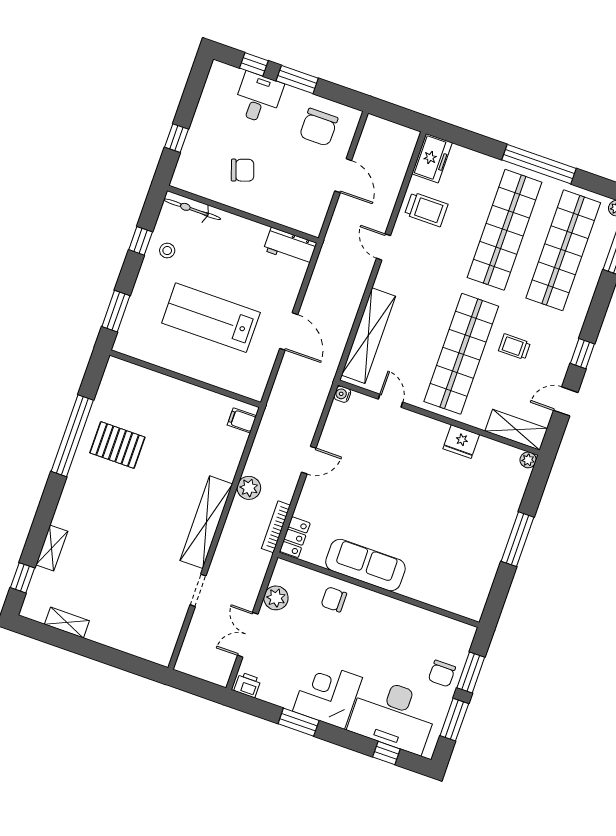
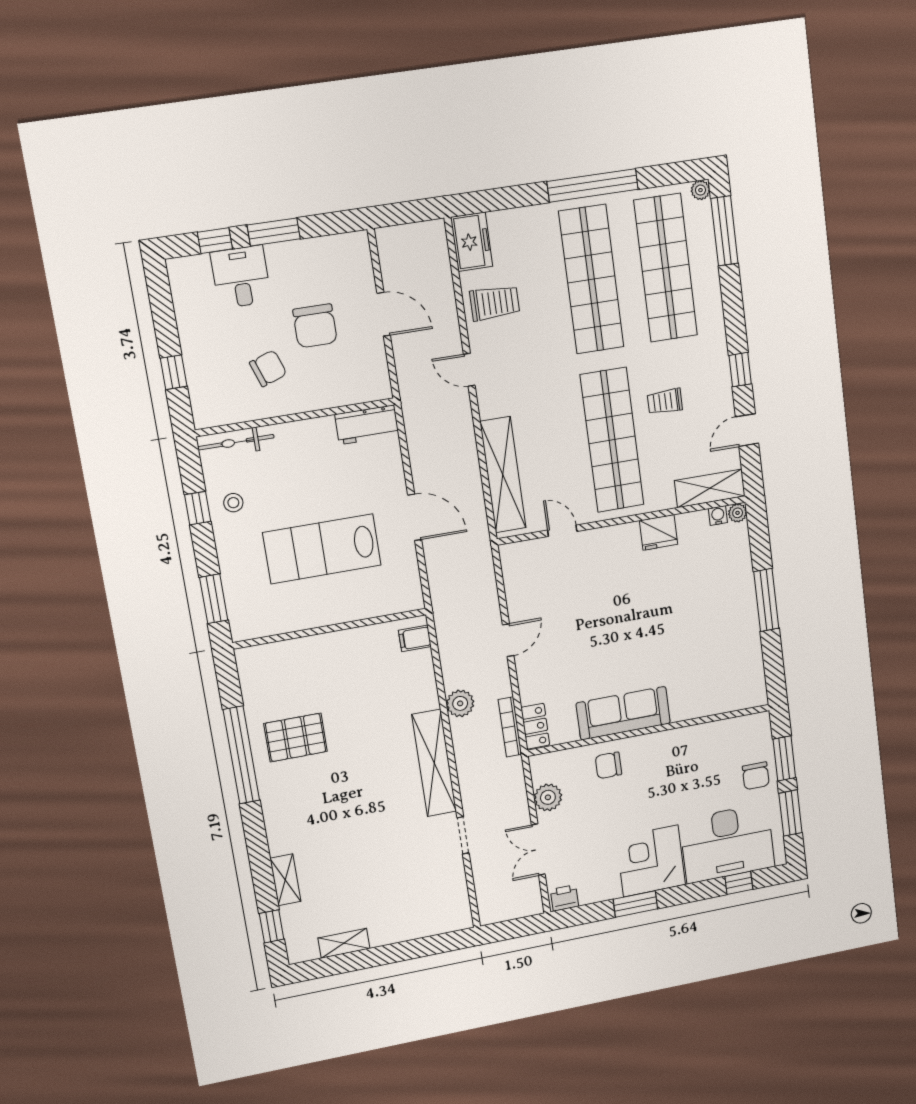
chair: (319, 127) -> (315, 326), moved
water cooler: (342, 394) -> (718, 516), moved, turned 90

